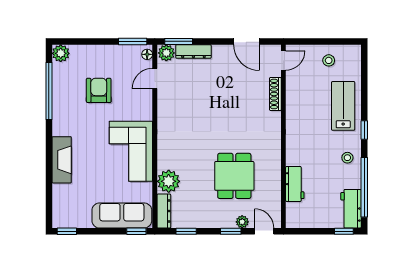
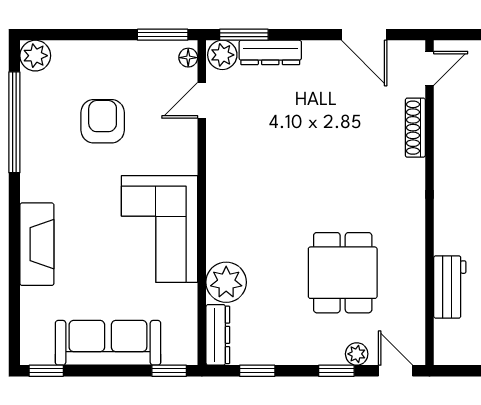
sofa: (122, 215) -> (108, 343), moved

